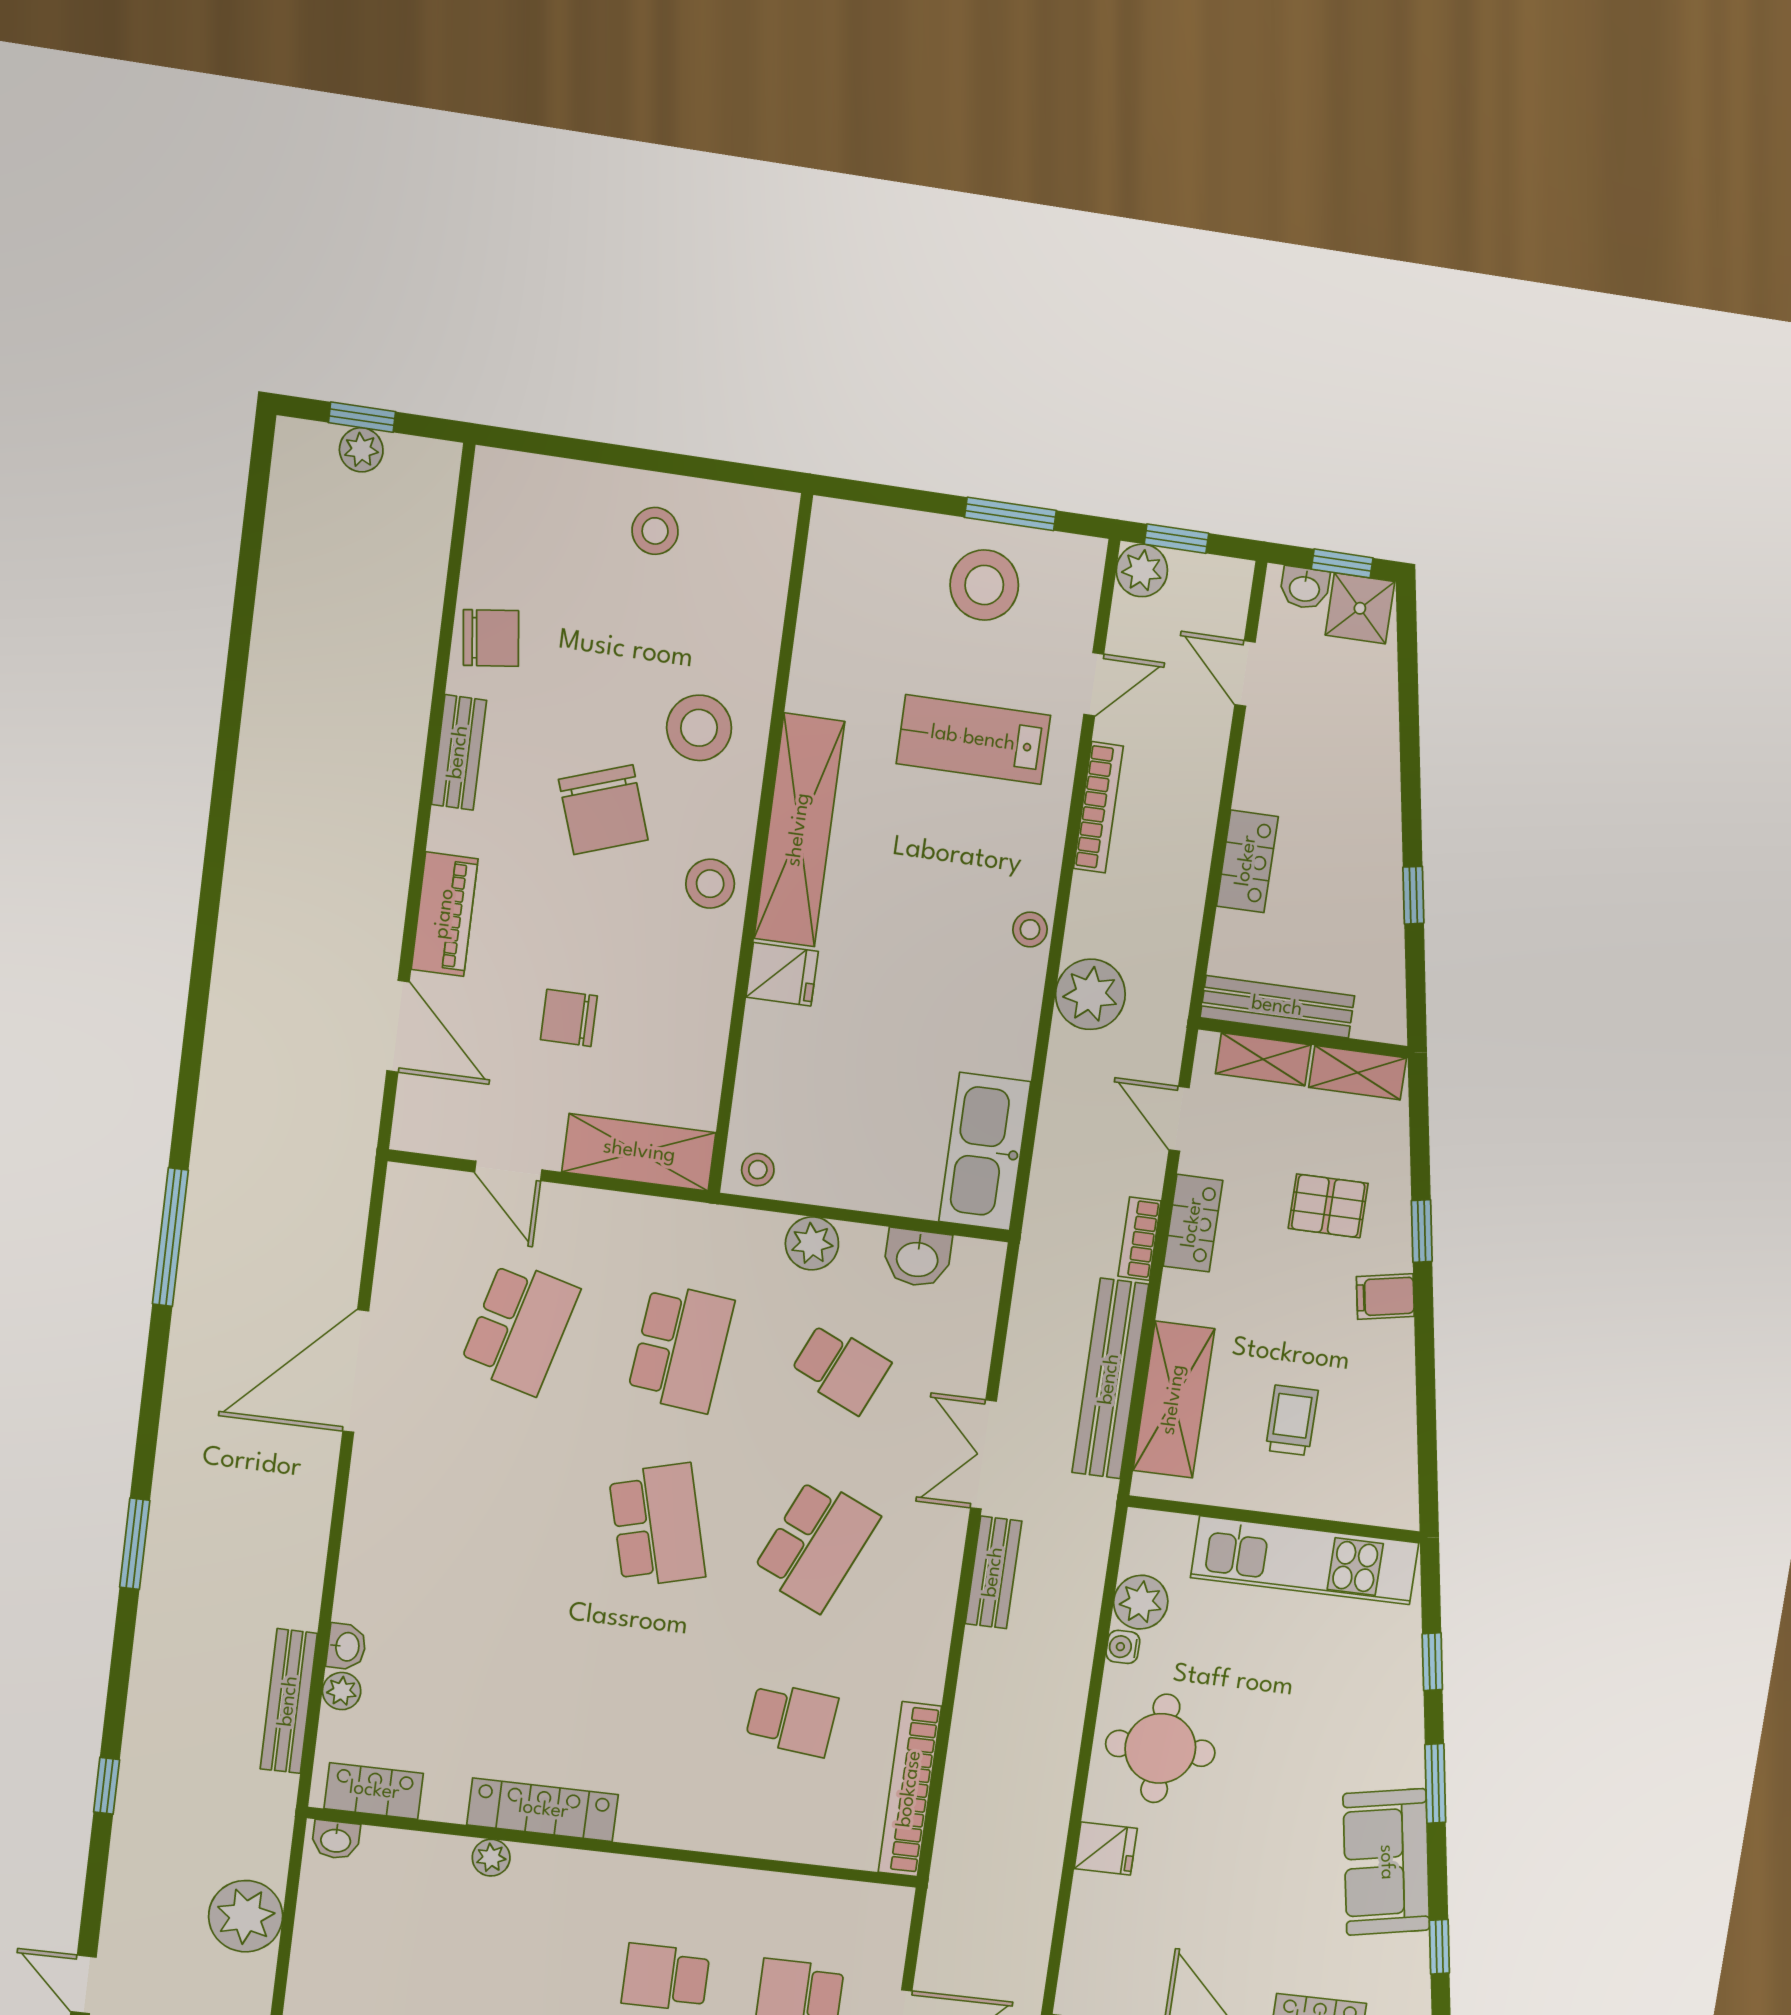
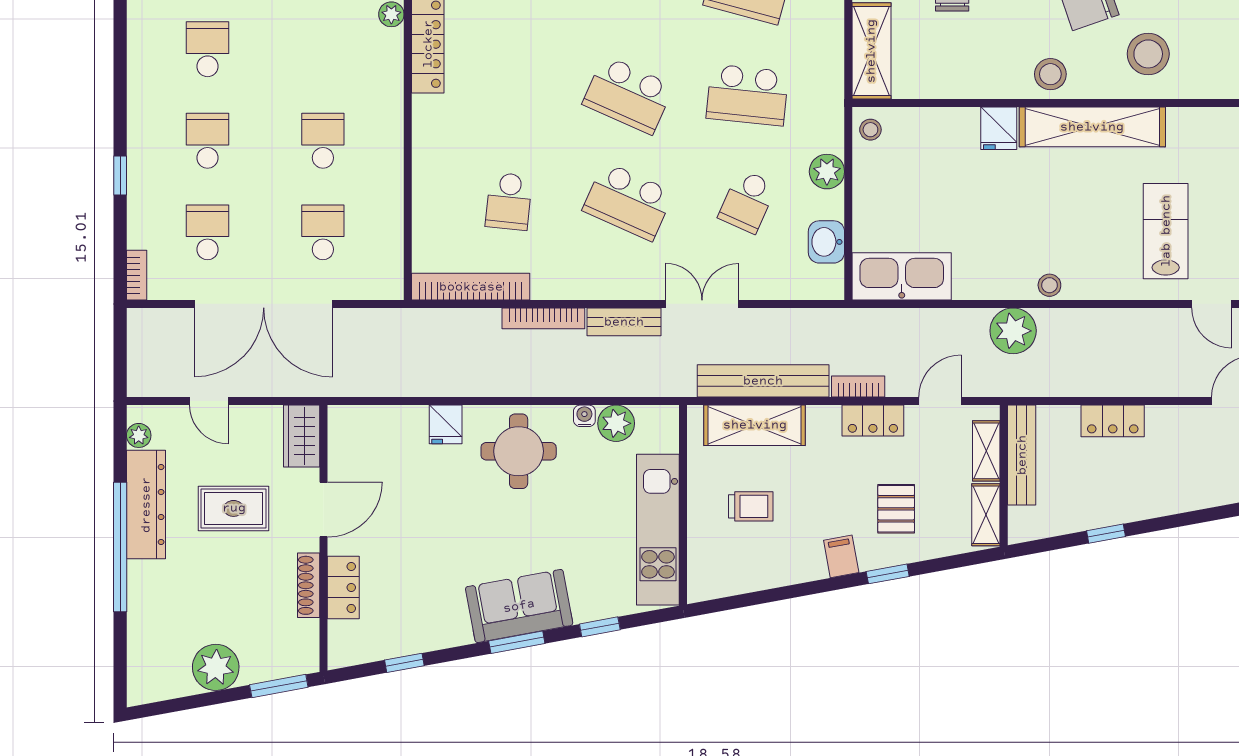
bookcase: (1098, 807) -> (543, 318), moved
school desk: (657, 1525) -> (628, 95), turned 39
sofa: (1386, 1862) -> (519, 606), moved

